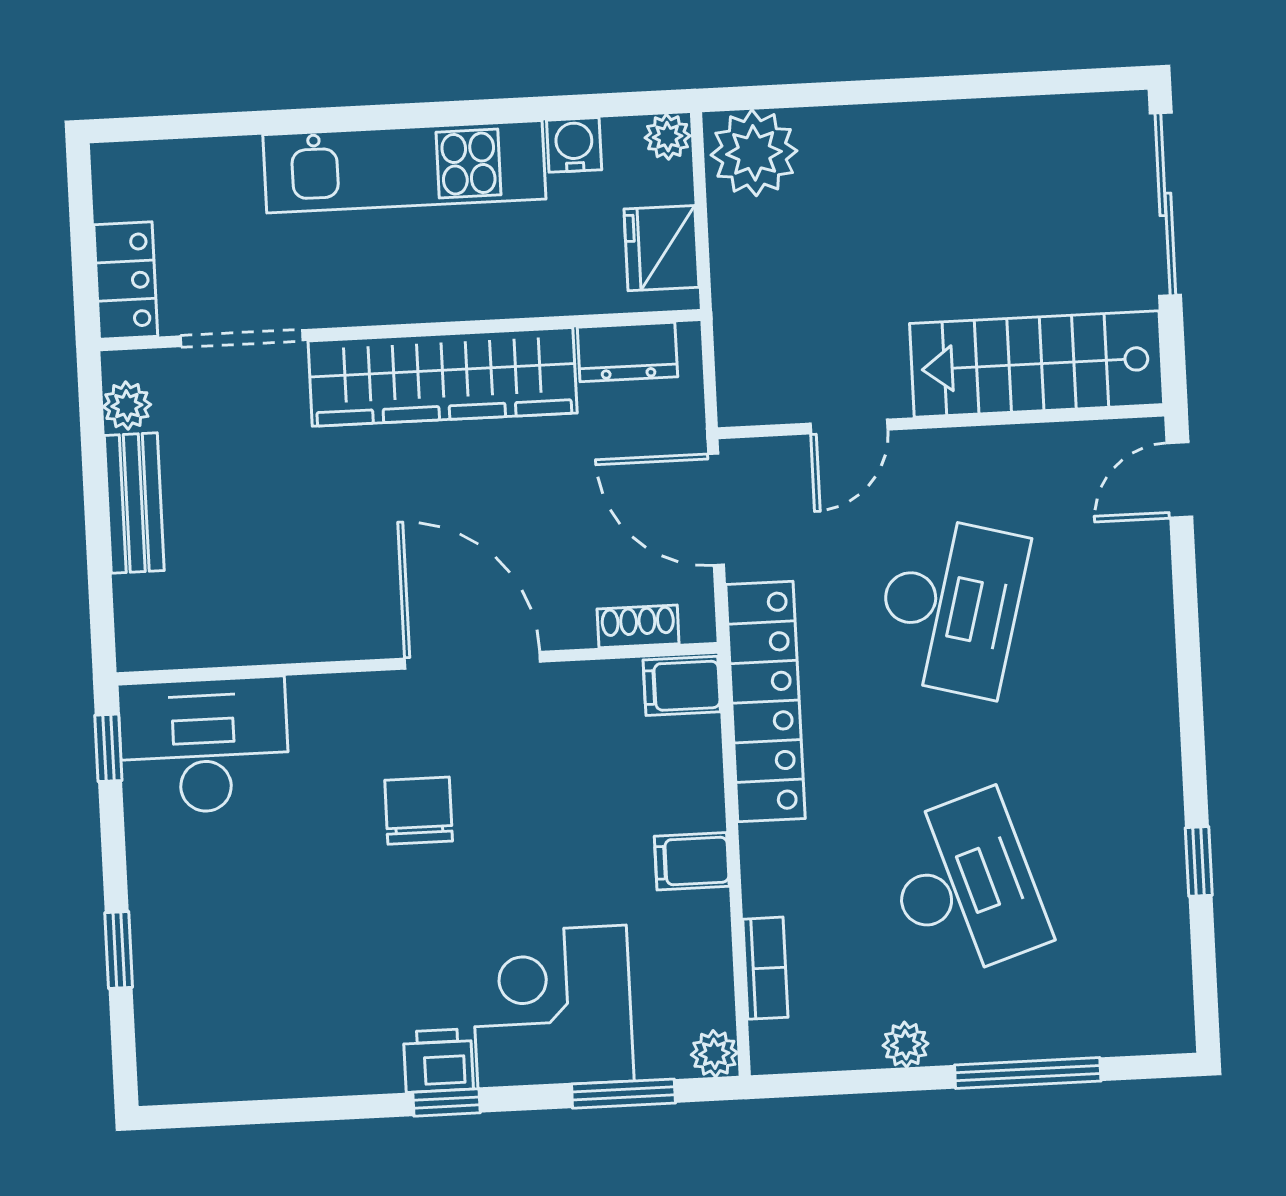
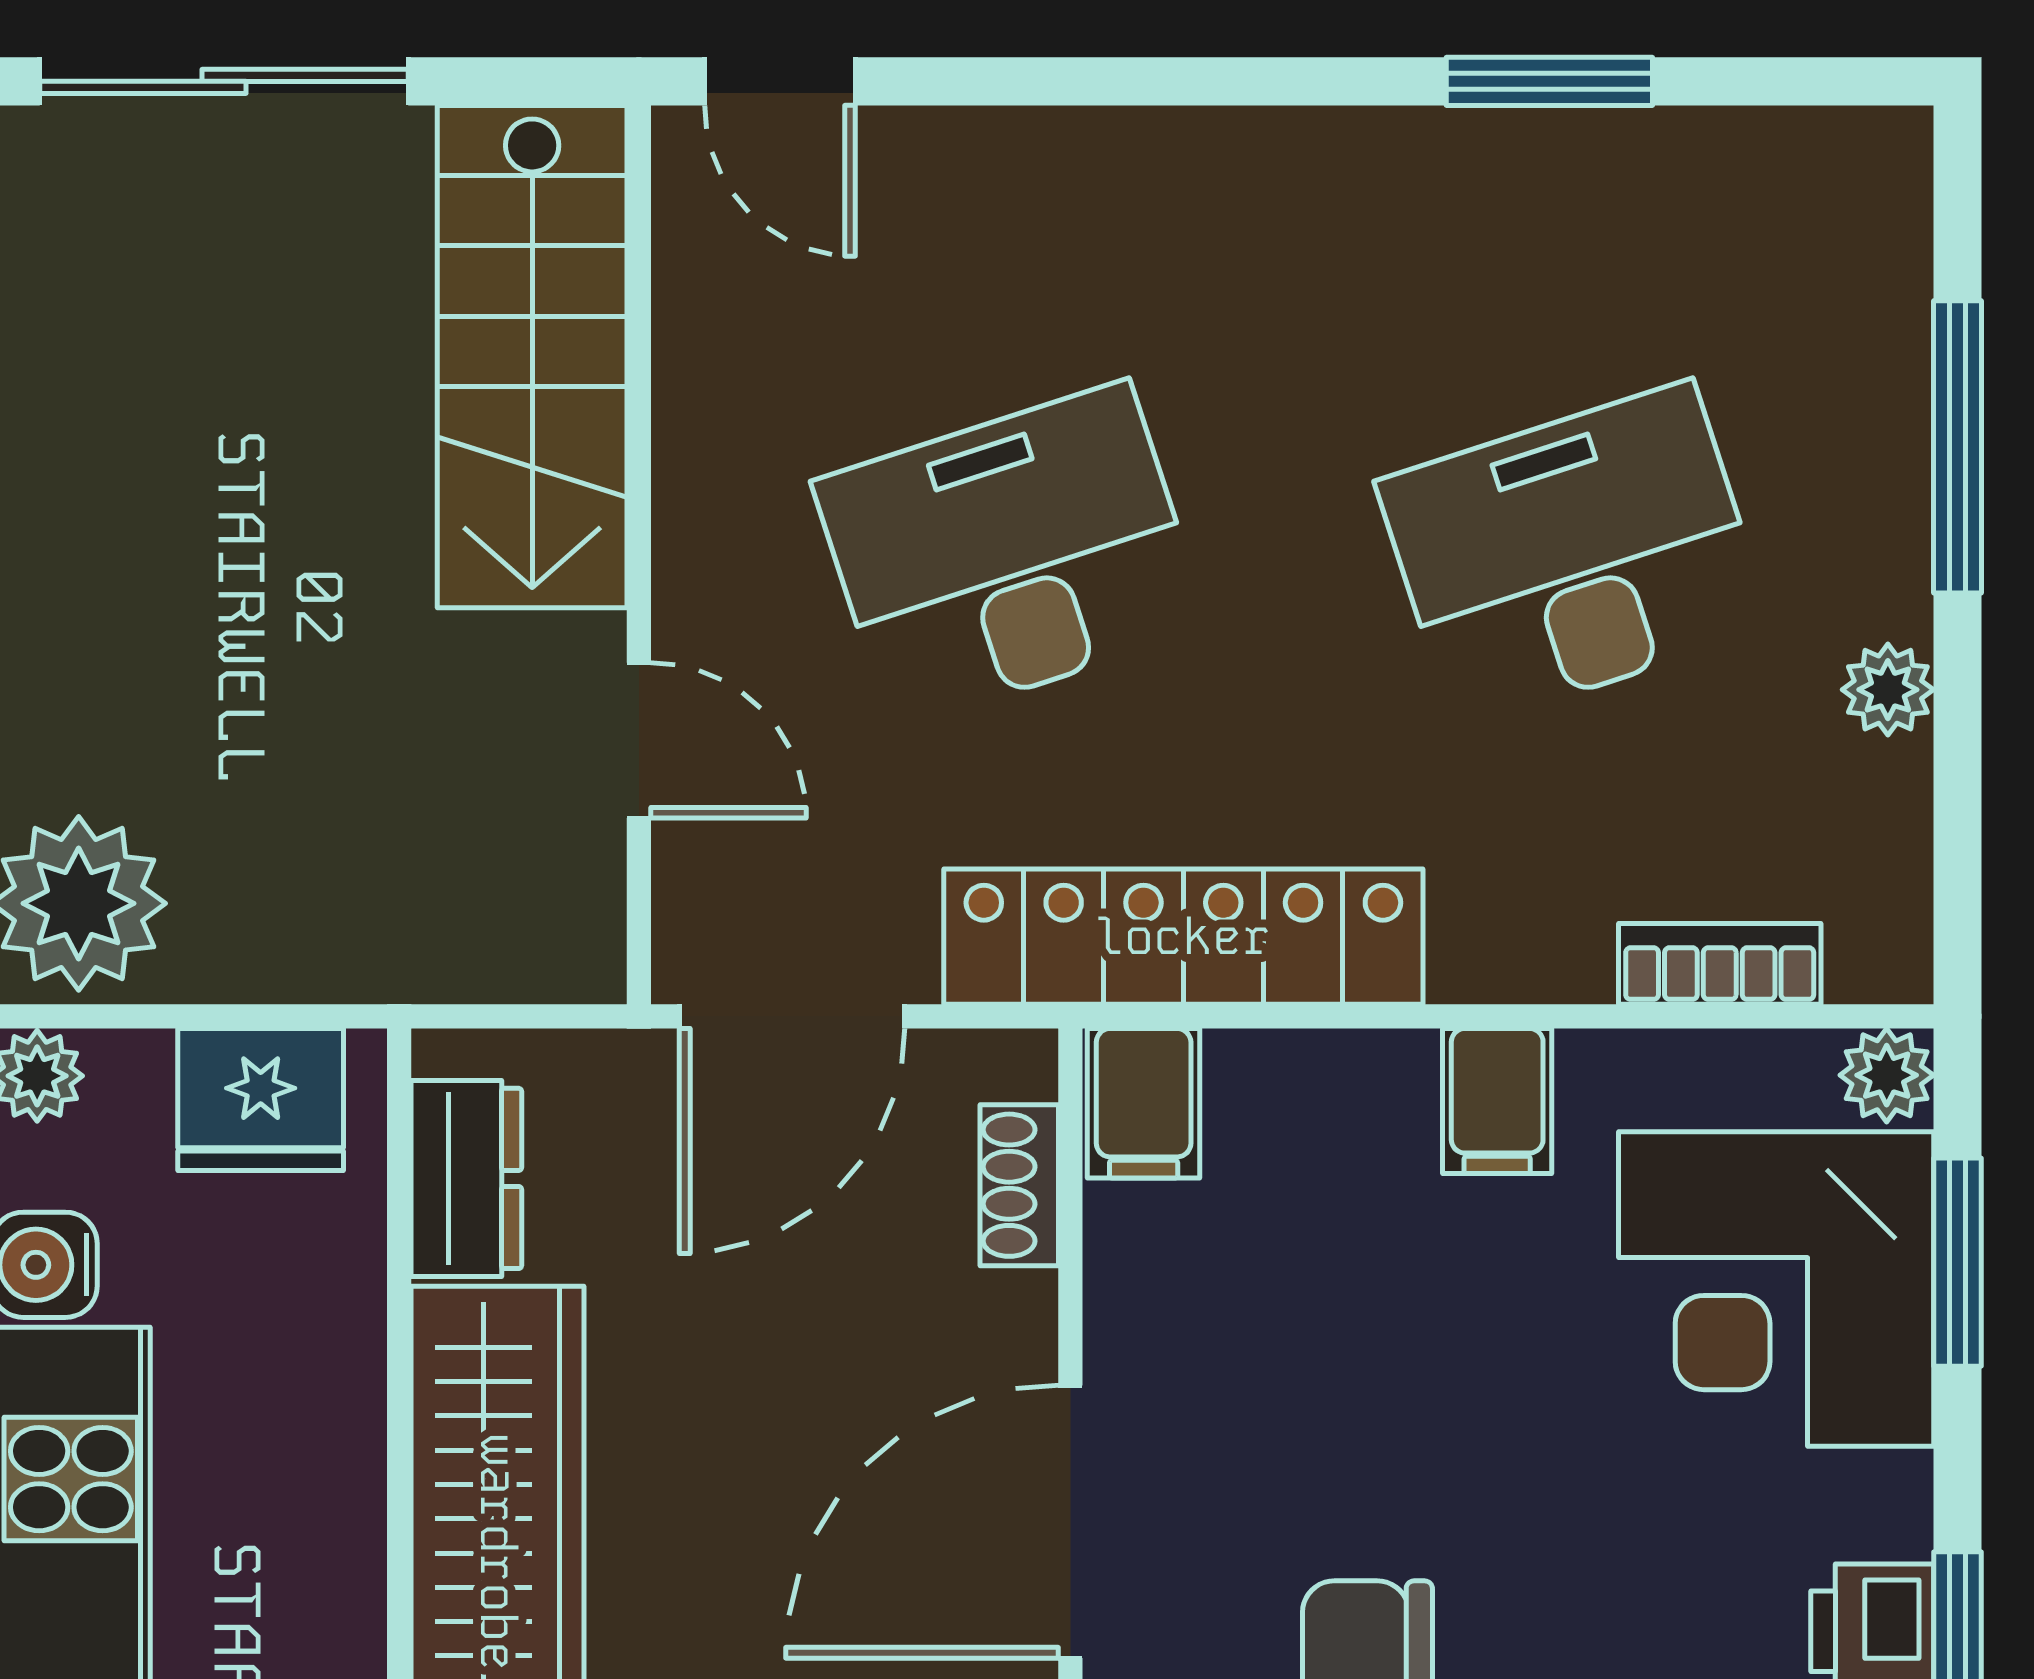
desk: (950, 606) -> (1010, 555), turned -33
window: (1199, 861) -> (1549, 81), width x1.50
corner desk: (552, 1007) -> (1776, 1289), moved

